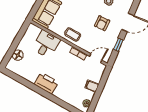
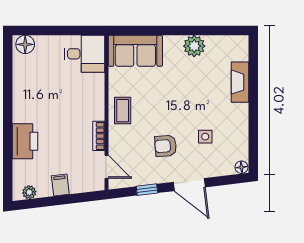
desk: (46, 44) -> (85, 54), moved
floor lamp: (18, 55) -> (25, 44), moved
printer: (46, 83) -> (25, 141), moved

